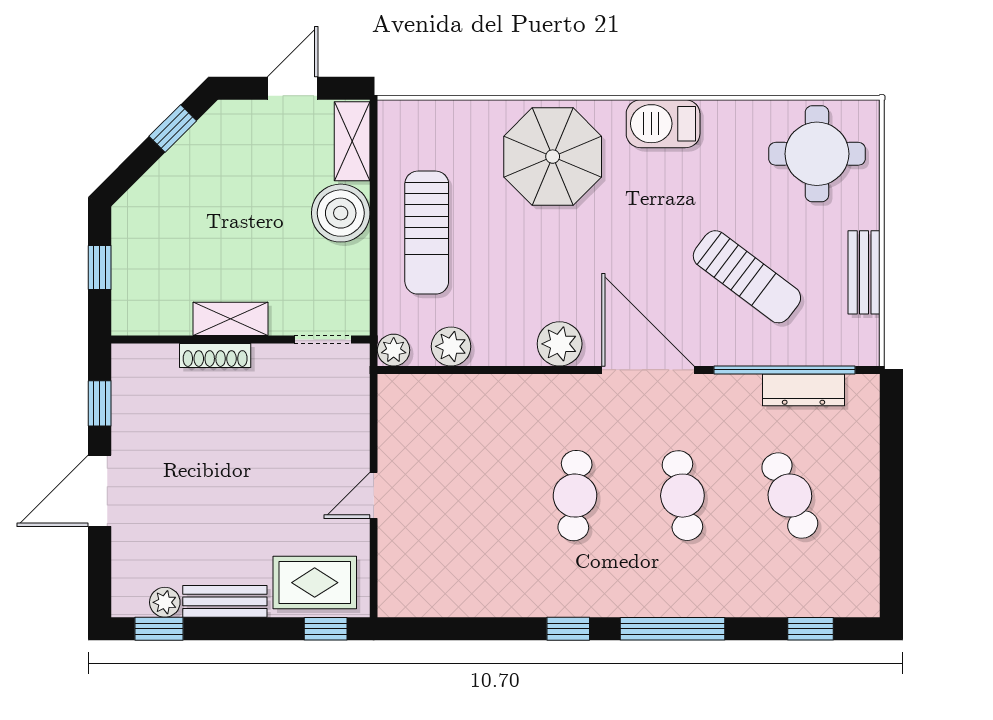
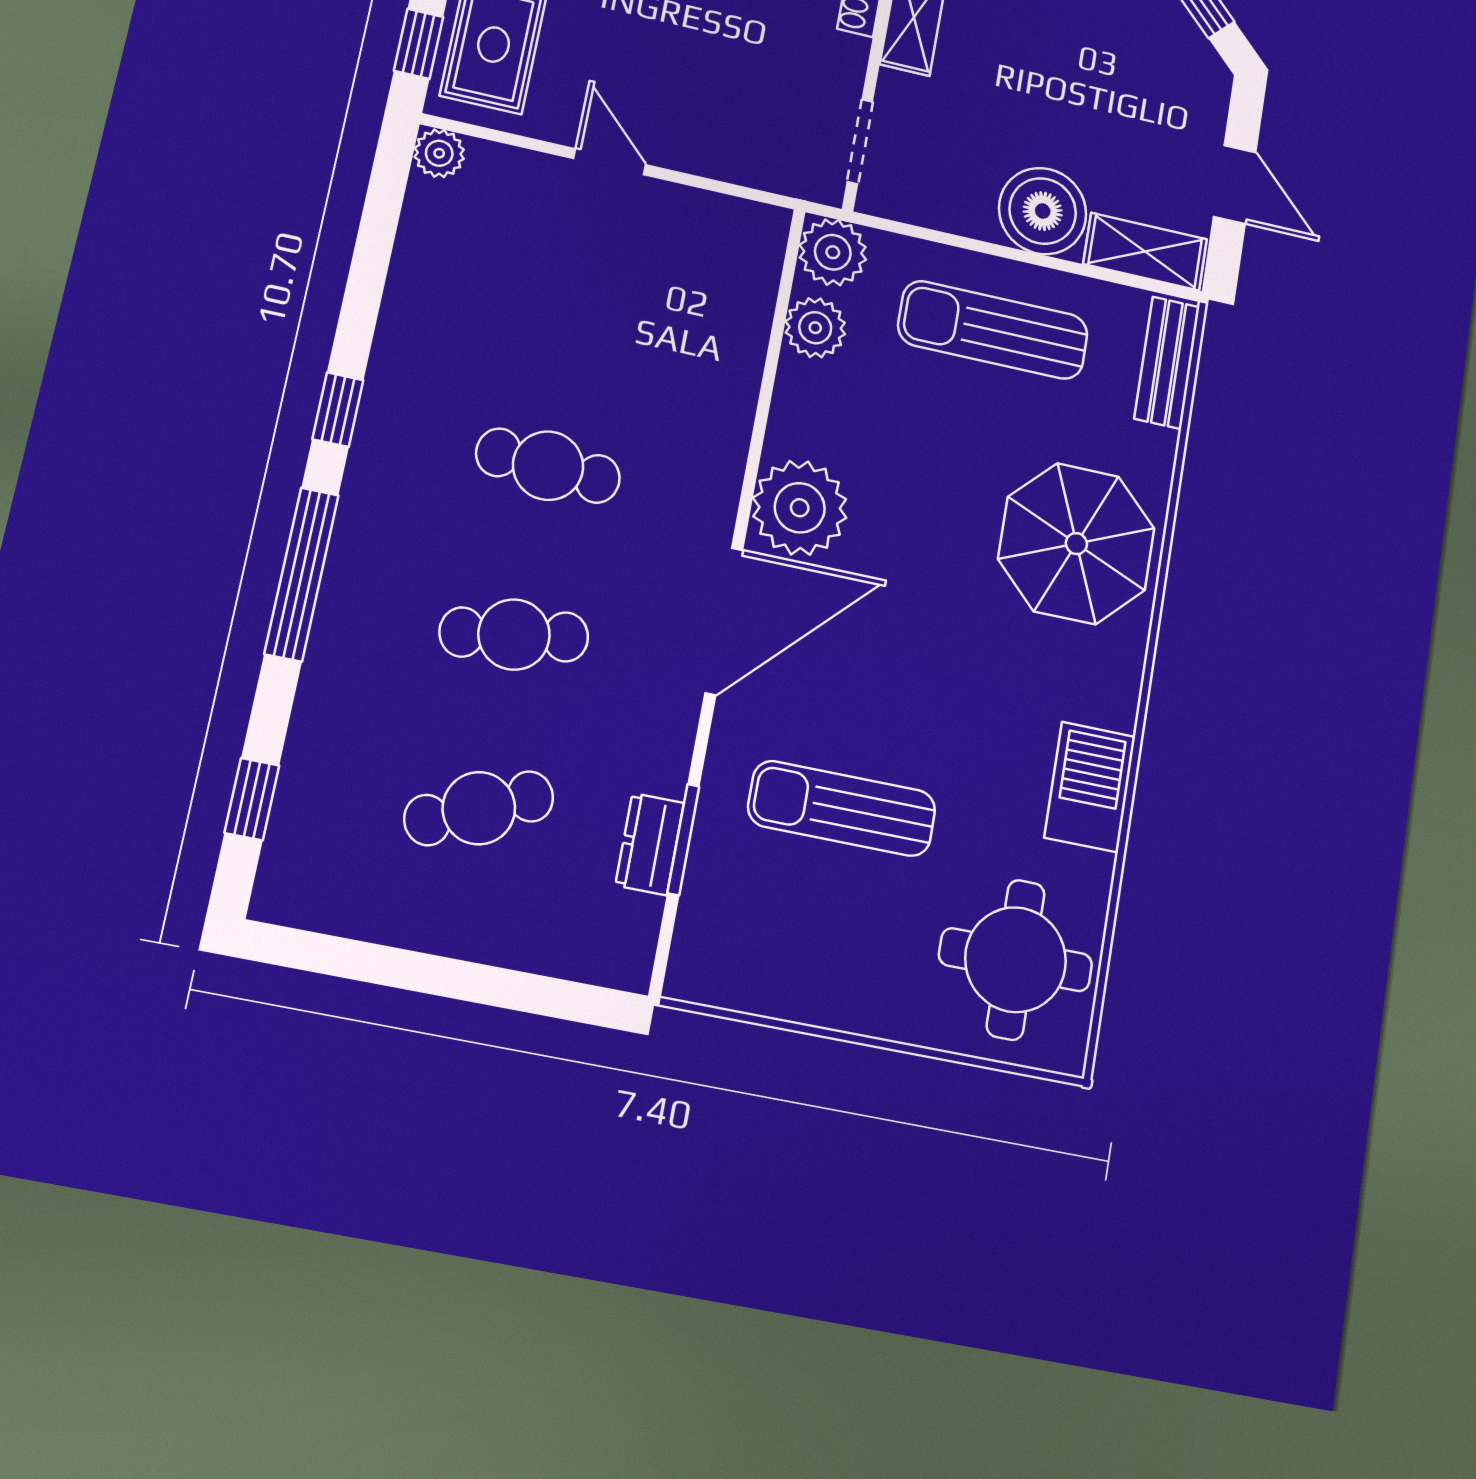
barbecue: (663, 124) -> (1090, 787), moved
bench: (864, 272) -> (1167, 363), moved, turned 90
sun lounger: (747, 277) -> (842, 808), turned 53
plant: (560, 344) -> (800, 508), width x1.36, depth x1.36
plant: (394, 350) -> (833, 252), width x1.38, depth x1.38
window: (784, 370) -> (683, 840), width x0.47
dresser: (804, 390) -> (650, 844), width x0.70
plant: (393, 602) -> (439, 153), added

